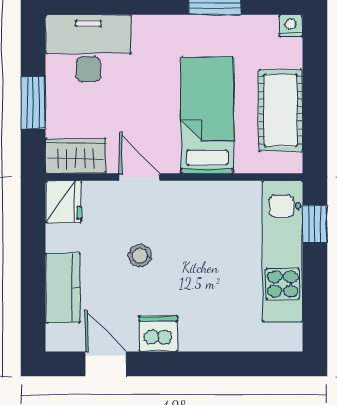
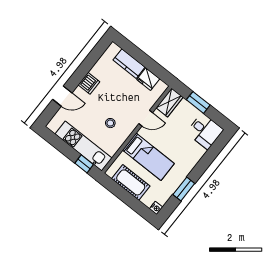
desk: (88, 48) -> (205, 131), width x0.73
fridge: (63, 202) -> (148, 79), moved
stool: (140, 256) -> (110, 123), moved
door: (106, 364) -> (62, 96), moved

